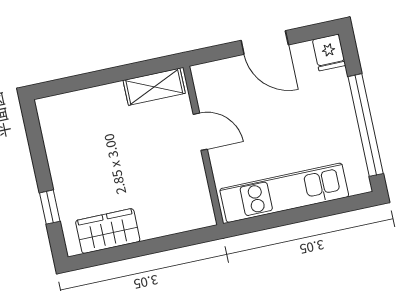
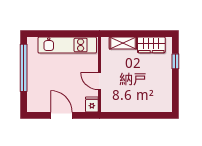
fridge: (329, 53) -> (92, 105), moved
shelving: (154, 87) -> (123, 43), moved

